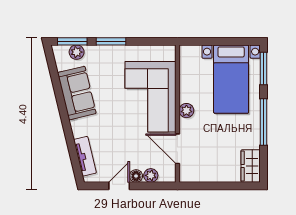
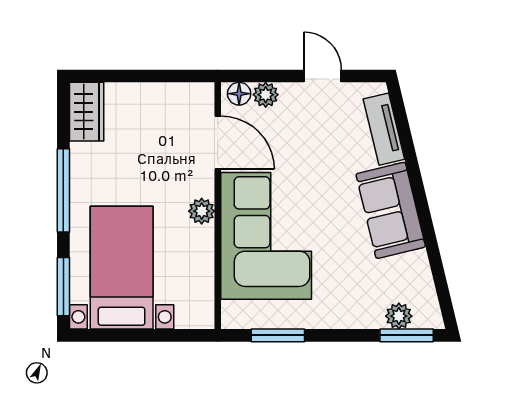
window: (111, 41) -> (278, 335), moved
sofa: (77, 93) -> (391, 210), moved
floor lamp: (136, 176) -> (239, 94), moved
door: (119, 186) -> (323, 76), swing flipped

